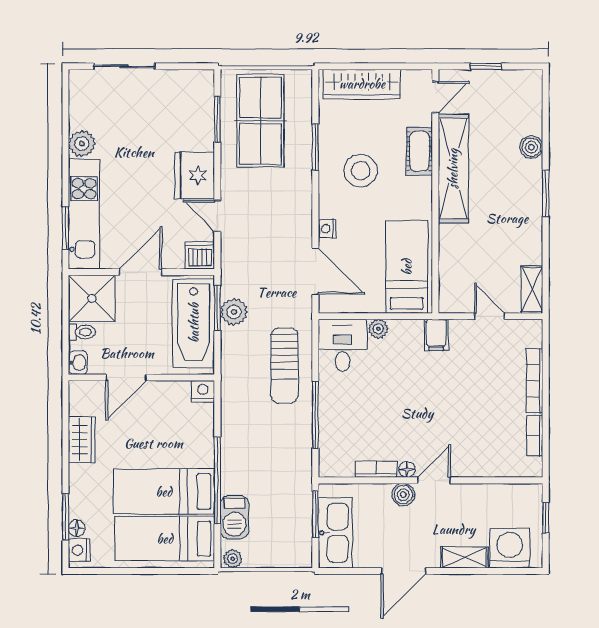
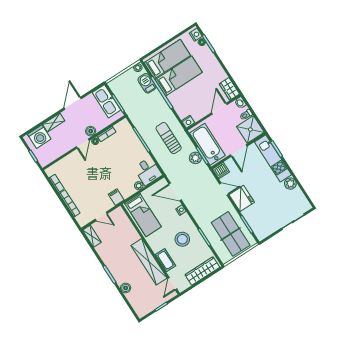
sun lounger: (284, 366) -> (169, 138), moved
wardrobe: (82, 439) -> (229, 89), moved

